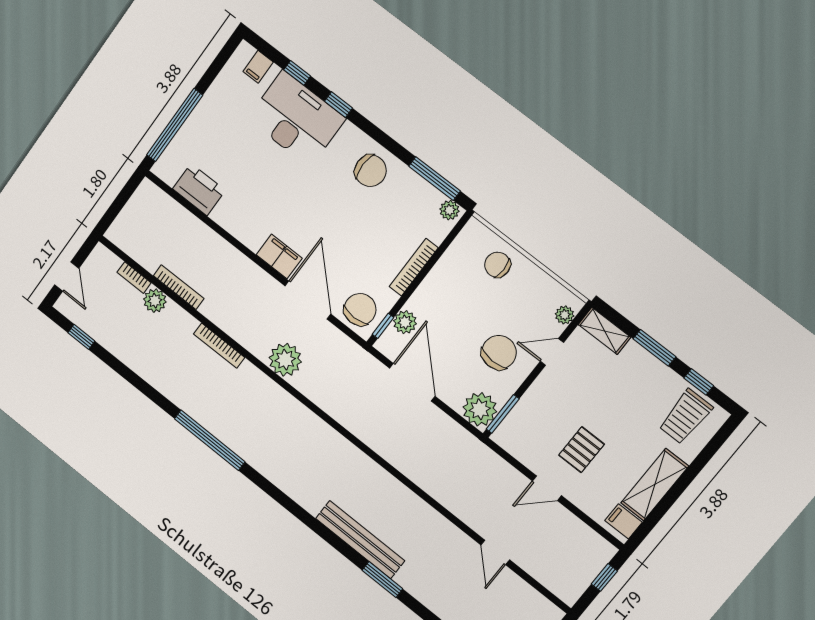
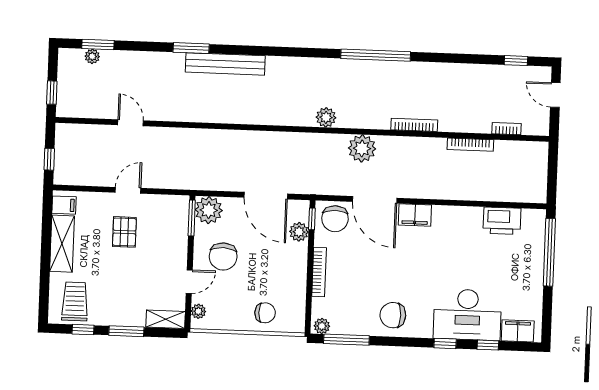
filing cabinet: (258, 67) -> (518, 331), width x2.00
plant: (155, 301) -> (326, 117), moved

